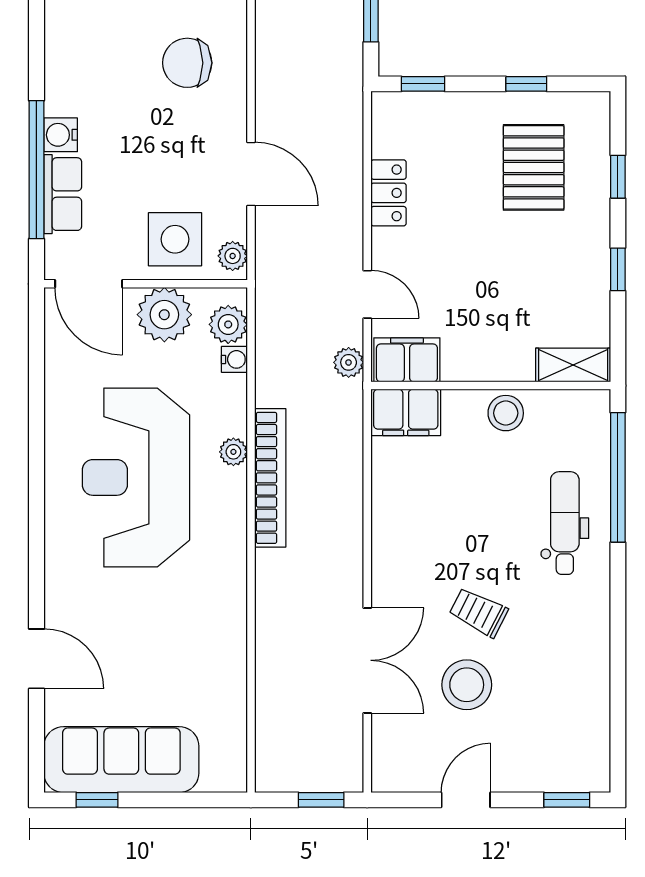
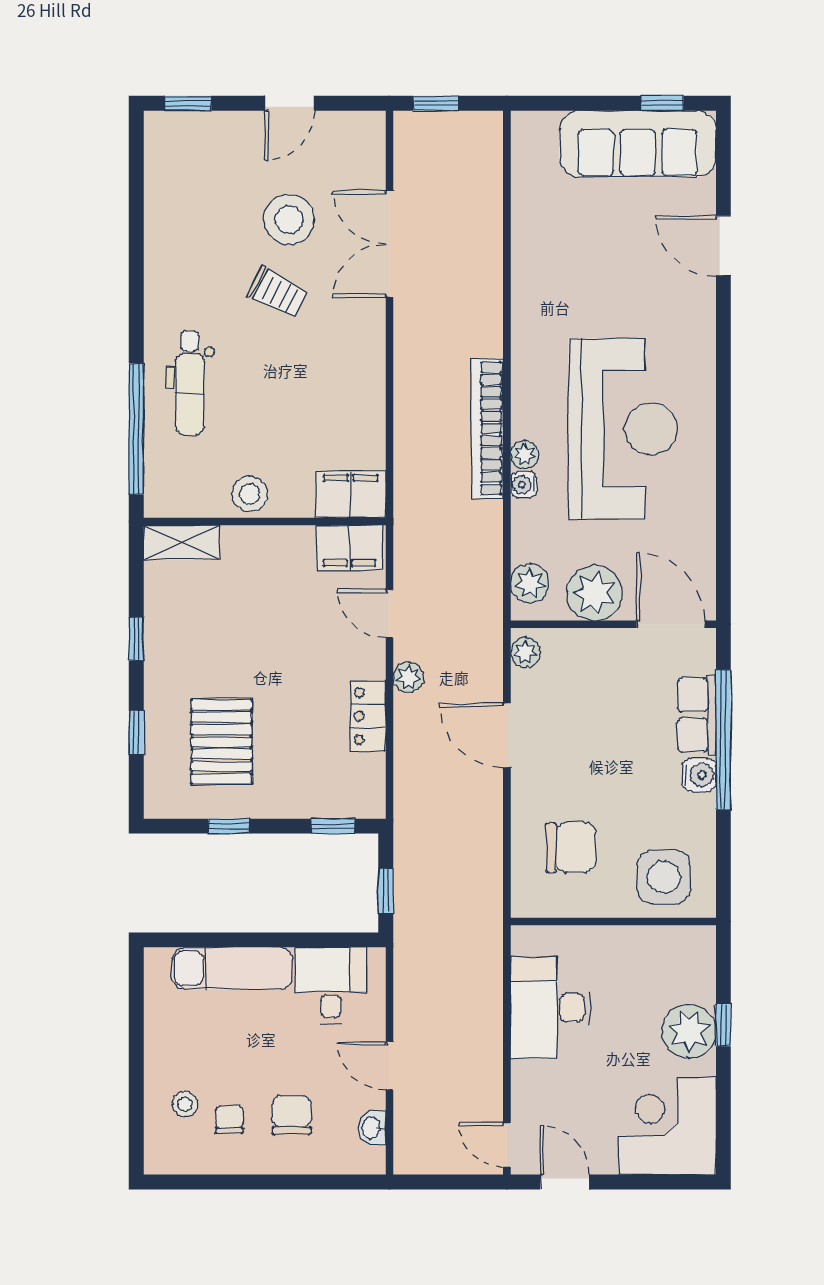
side table: (175, 239) -> (664, 877), moved
water cooler: (234, 359) -> (524, 485), moved
plant: (349, 362) -> (408, 677), moved

